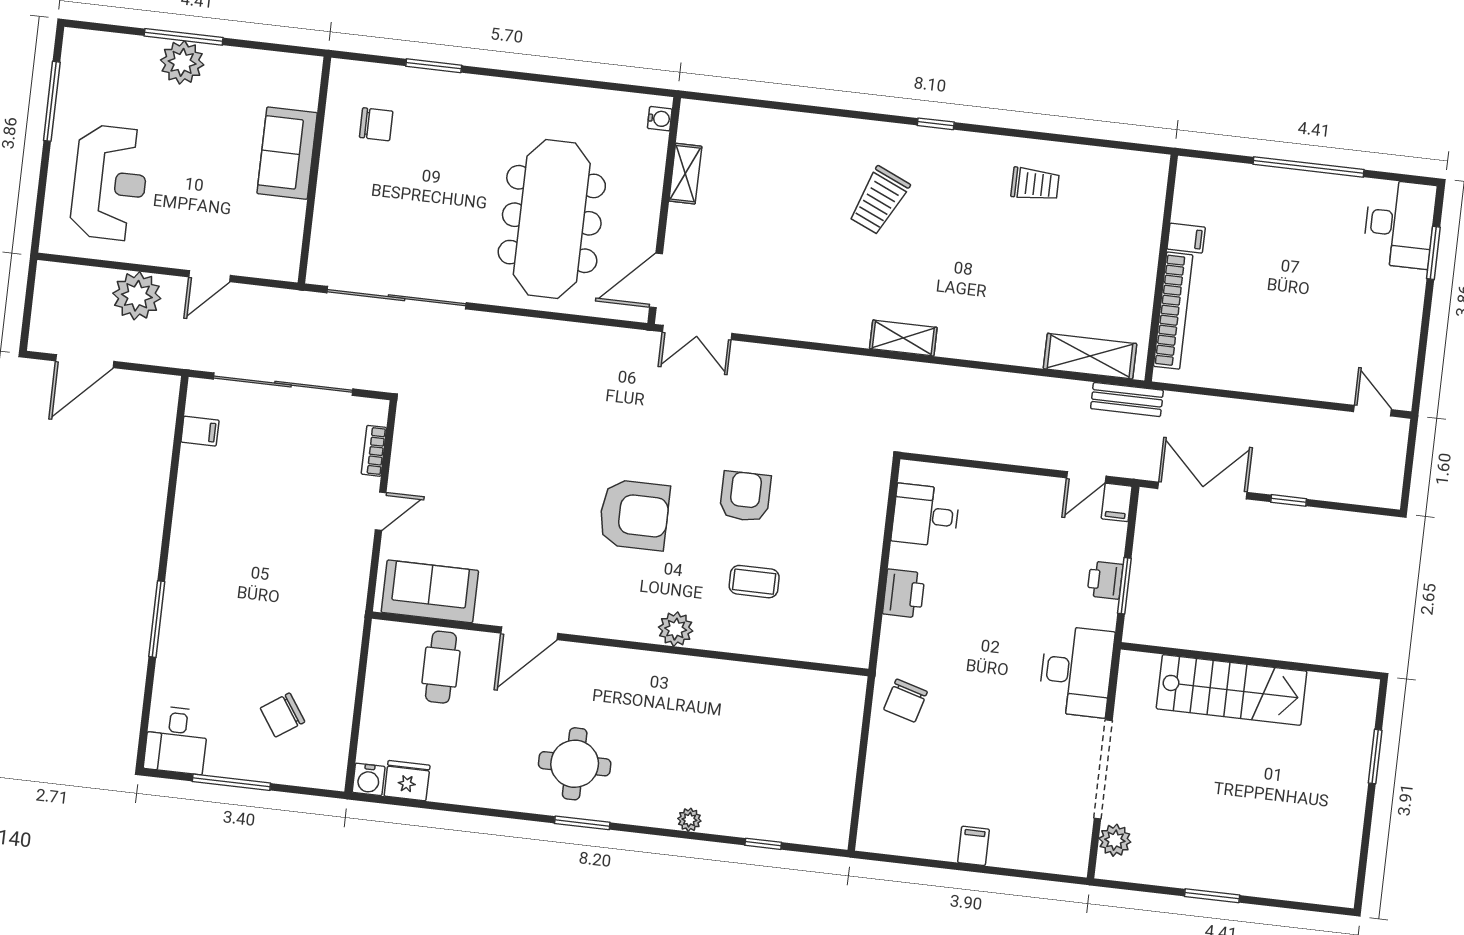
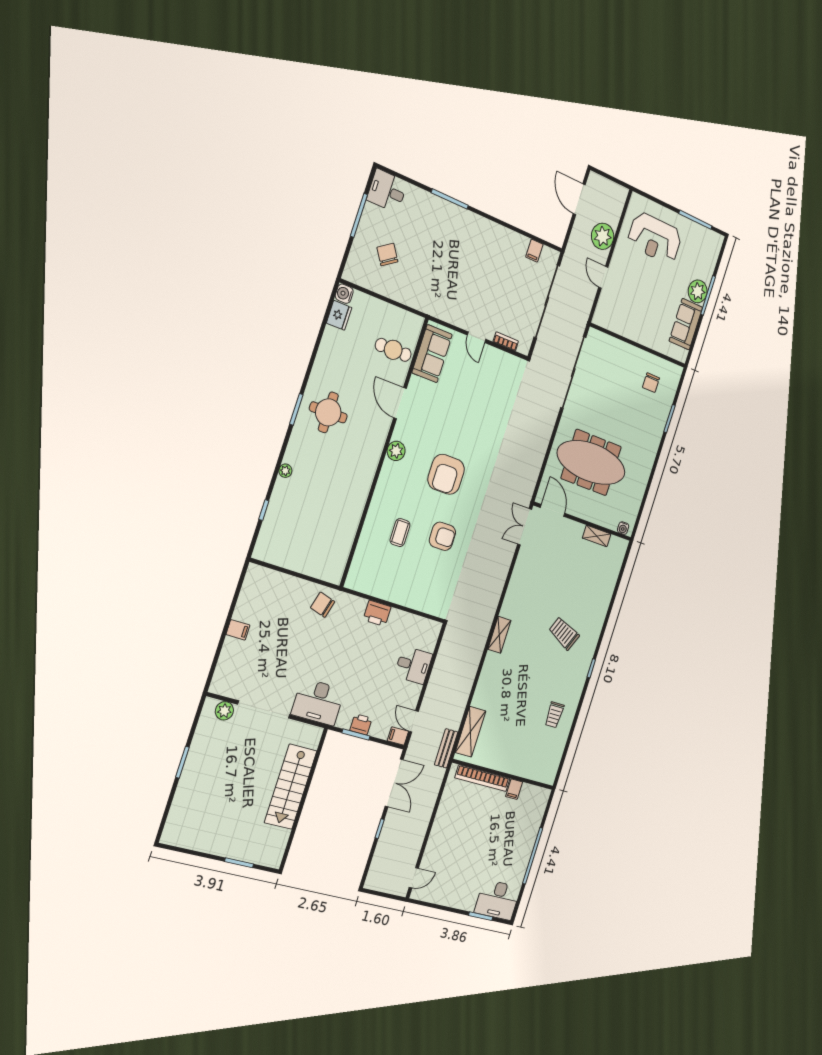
sofa: (287, 153) -> (686, 324), moved, turned -90
desk: (926, 515) -> (413, 665), moved, turned 90
plant: (676, 629) -> (396, 451), moved

